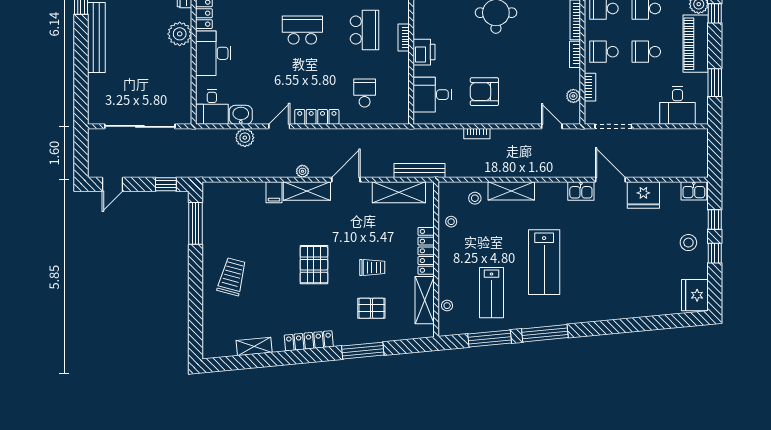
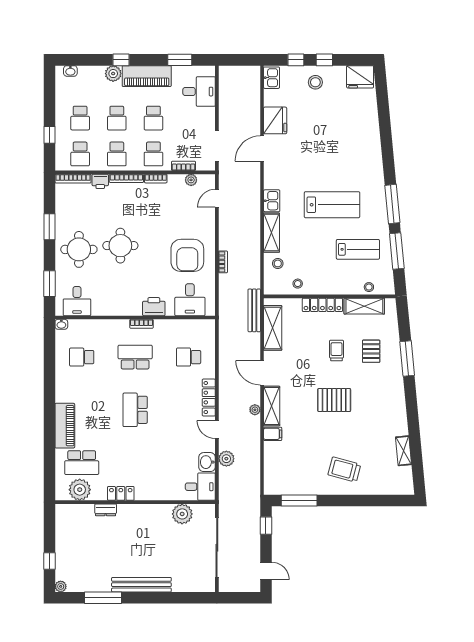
plant: (180, 34) -> (182, 514), moved
desk: (213, 53) -> (155, 486), removed
armchair: (484, 92) -> (187, 255), width x1.36, depth x1.36
kitchen sink: (581, 191) -> (272, 201), moved
locker: (309, 341) -> (399, 404), removed

